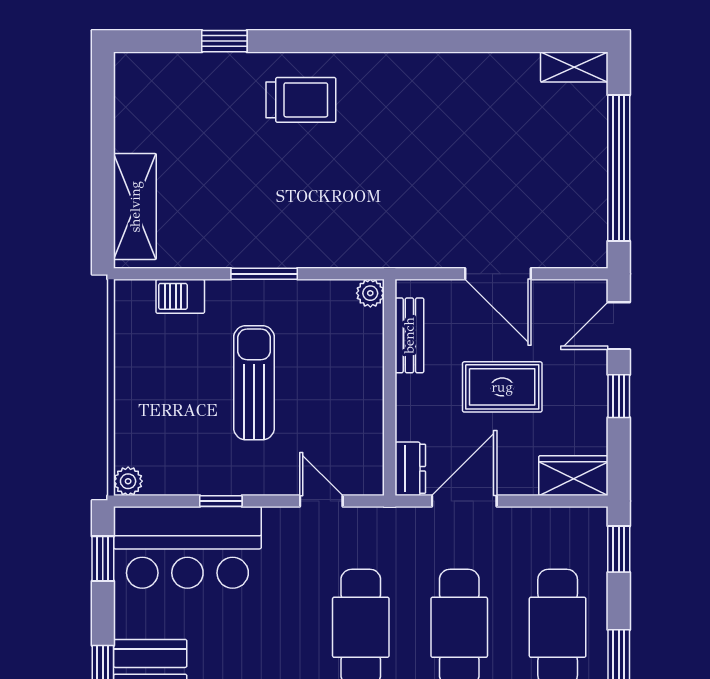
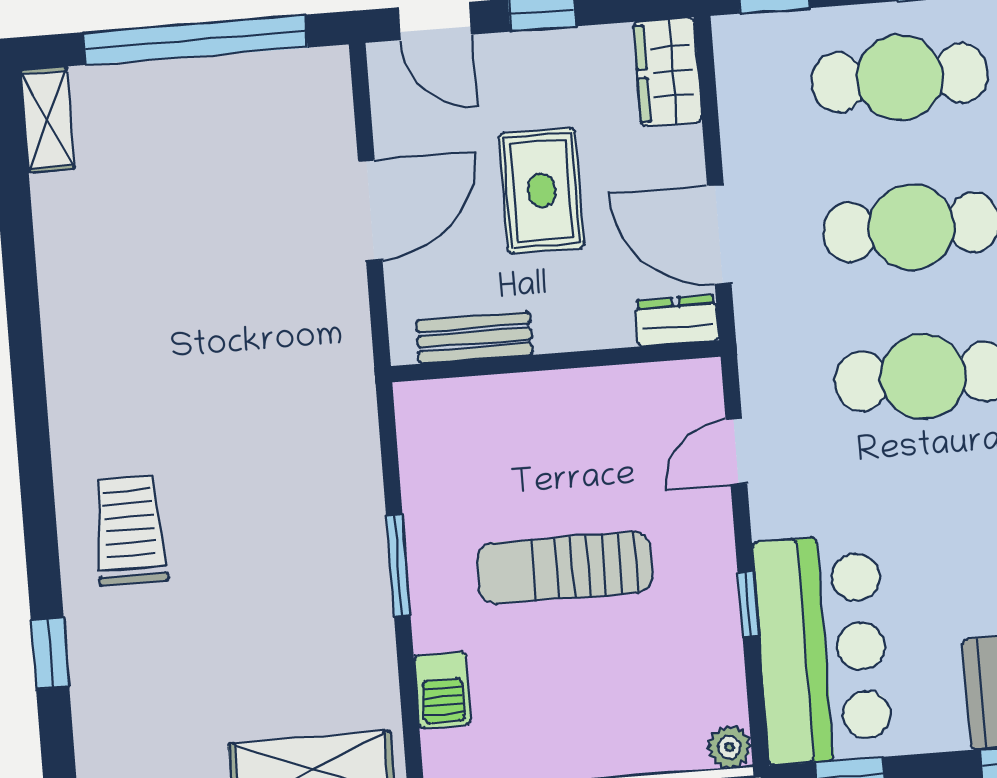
plant: (370, 293) -> (415, 402), removed

